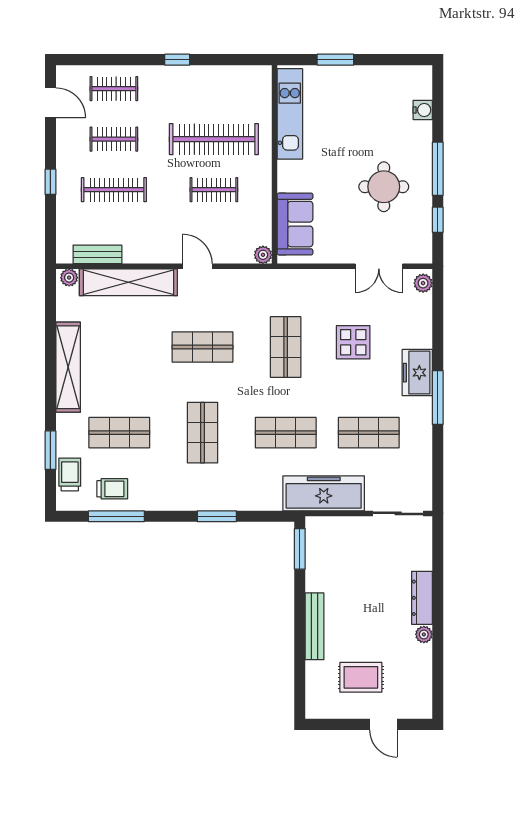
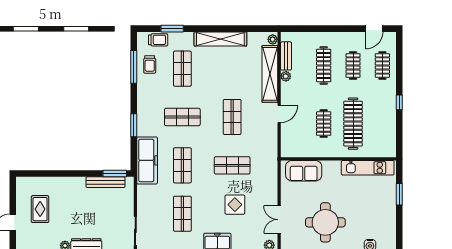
window: (50, 182) -> (328, 29), removed
round table: (384, 187) -> (325, 222), width x1.36, depth x1.36
plant: (263, 255) -> (286, 76), moved
freezer: (324, 493) -> (147, 160), moved
bench: (315, 626) -> (105, 182), moved

